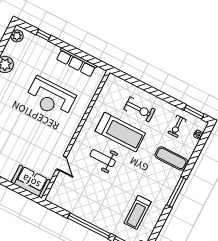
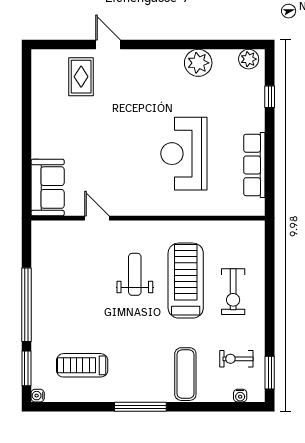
treadmill: (120, 132) -> (186, 281), turned 180
door: (61, 163) -> (97, 218), swing flipped

